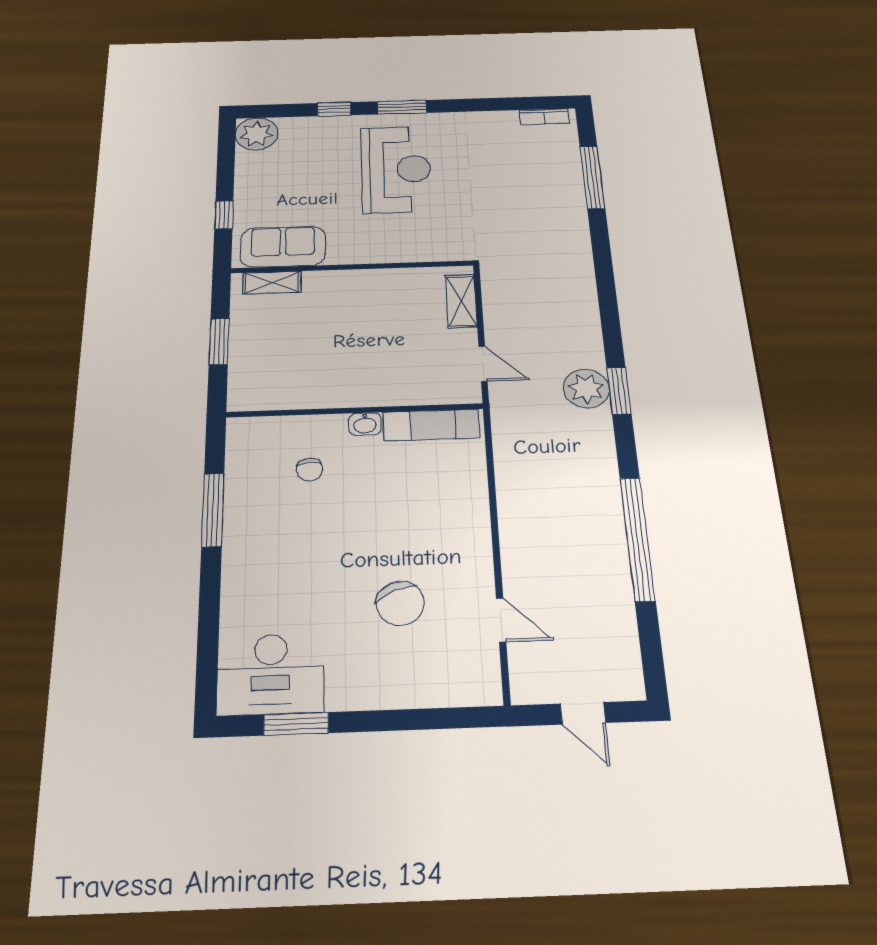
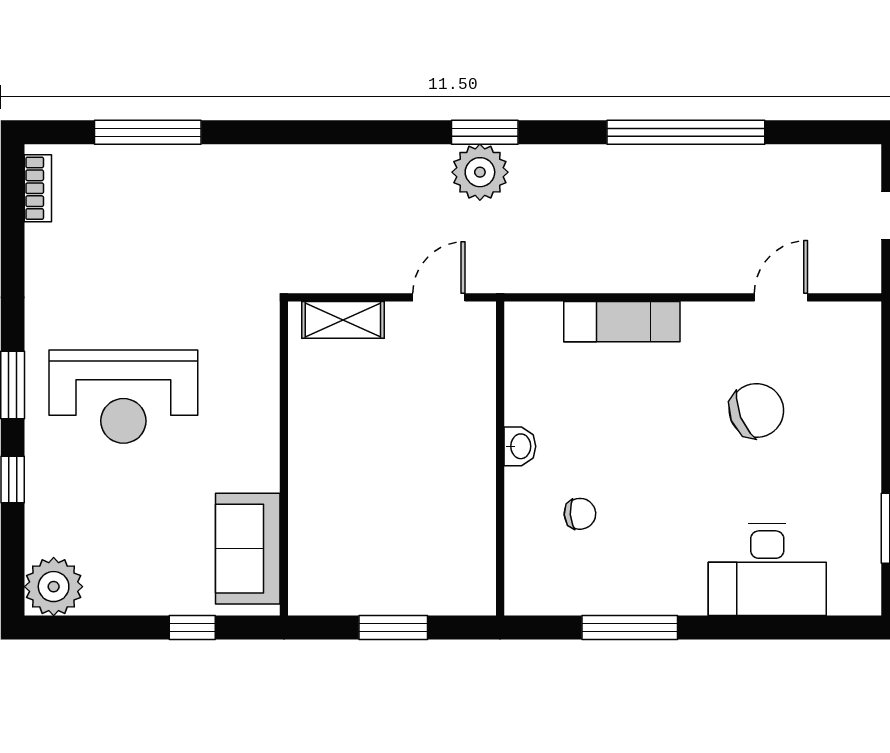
reception desk: (396, 169) -> (123, 397), turned 180
shelving: (272, 283) -> (305, 562), removed
exam couch: (431, 425) -> (622, 322), moved, turned 90
desk: (270, 674) -> (767, 570), moved, turned 90

